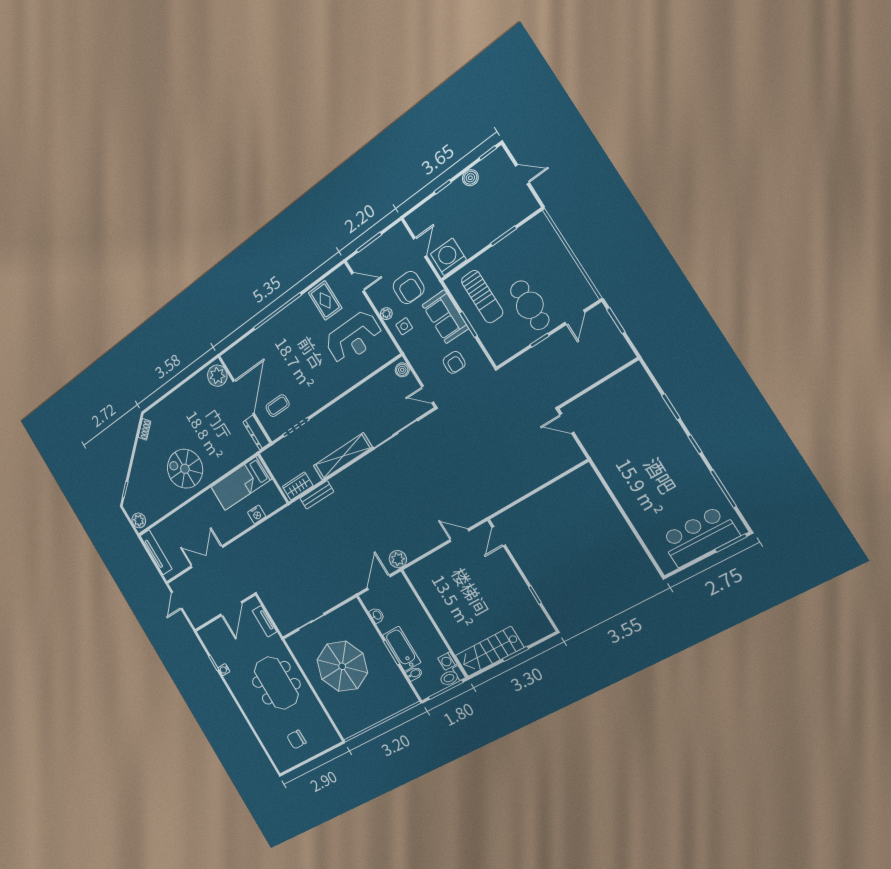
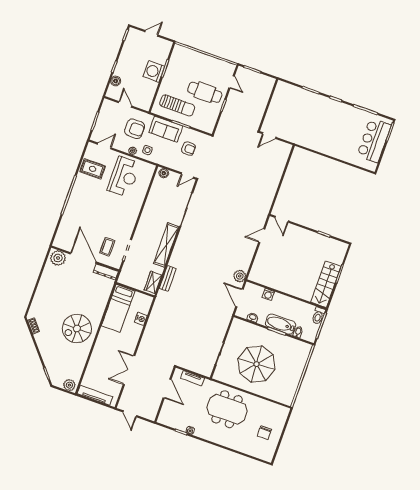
boiler: (470, 178) -> (116, 81), moved
washing machine: (448, 257) -> (154, 71), moved
washing machine: (447, 661) -> (268, 294), moved

